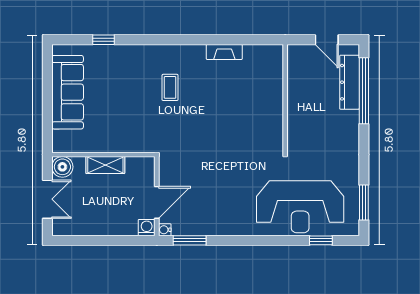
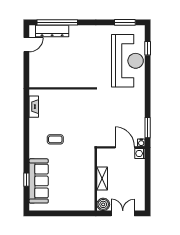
sofa: (68, 92) -> (39, 181), moved, turned 90
wall: (285, 99) -> (62, 88), moved

